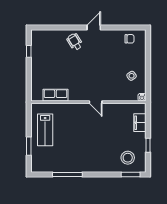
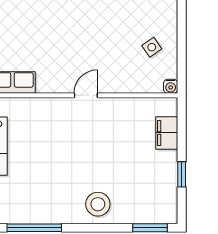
door: (96, 102) -> (86, 95), swing flipped
stool: (128, 158) -> (98, 204), moved

